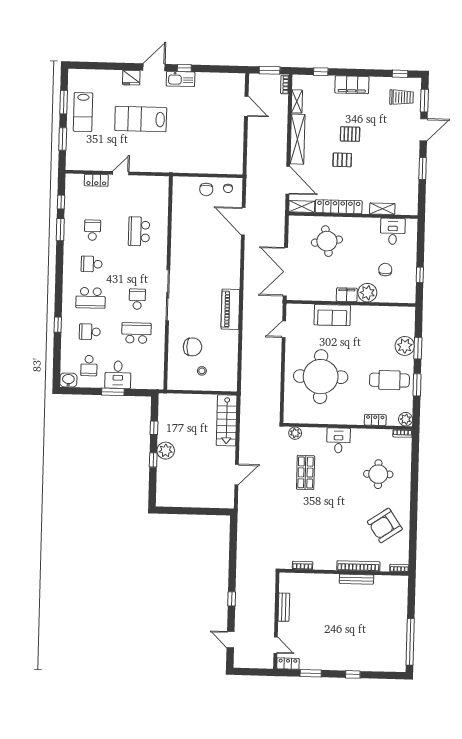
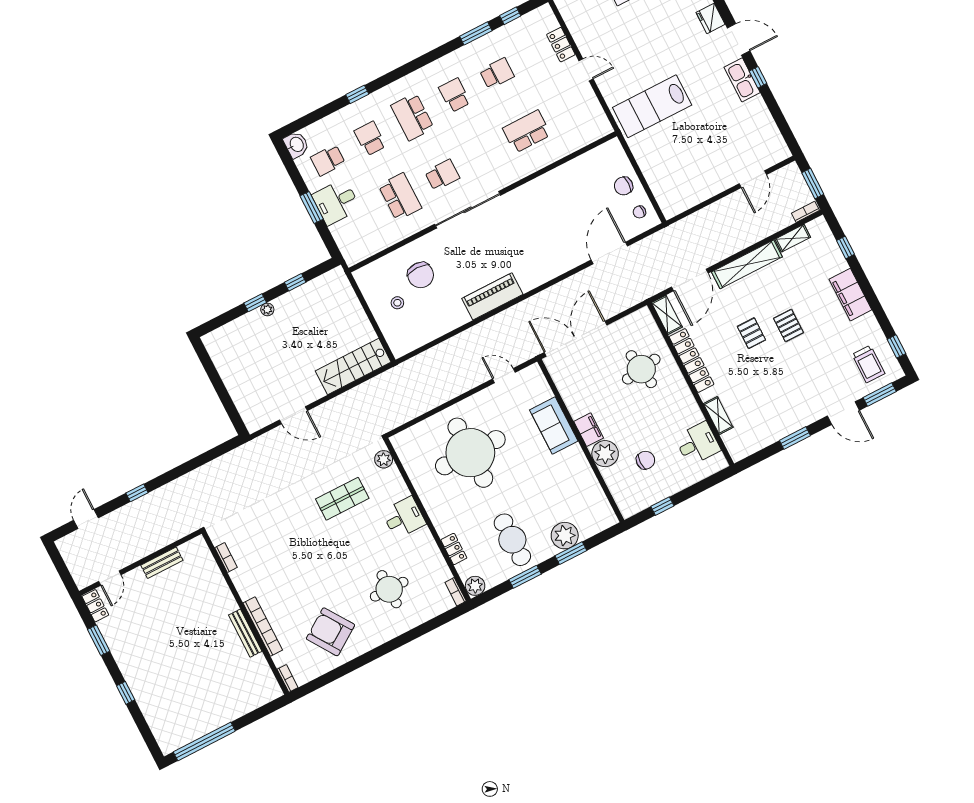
lab bench: (141, 119) -> (652, 106), moved, turned -90
plant: (166, 451) -> (267, 309), width x0.53, depth x0.53

